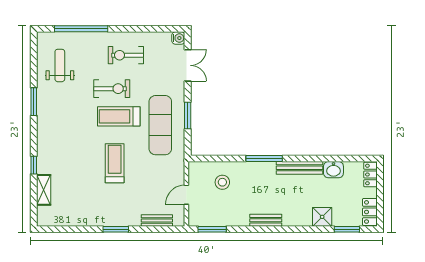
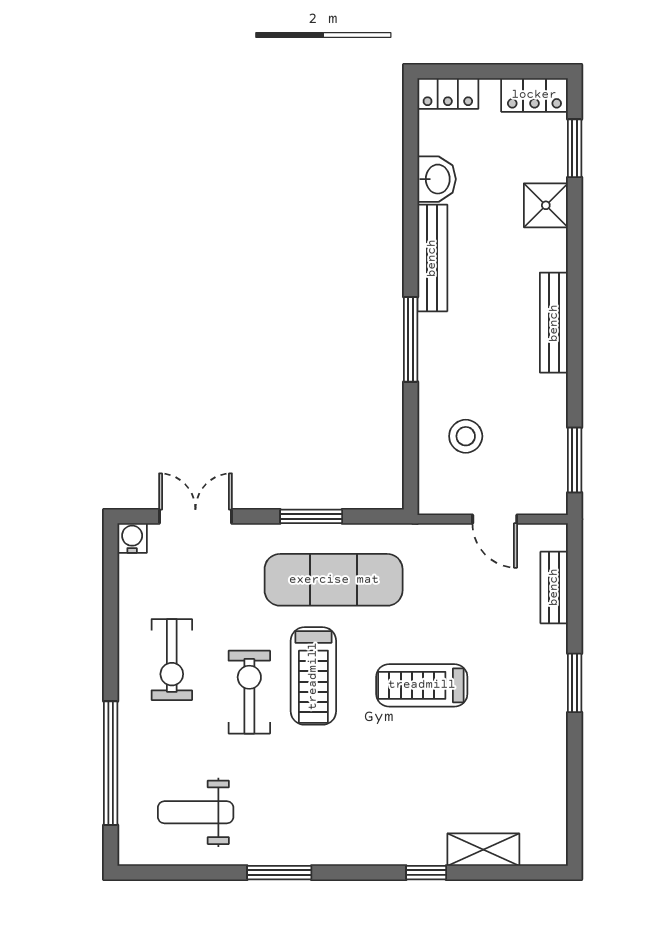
bench: (266, 220) -> (554, 323), width x1.36

